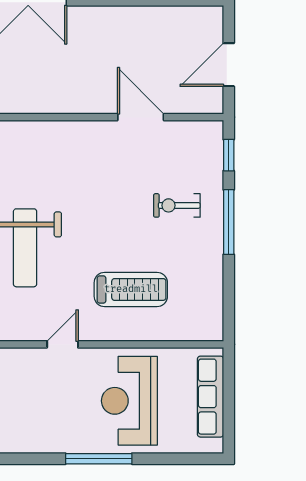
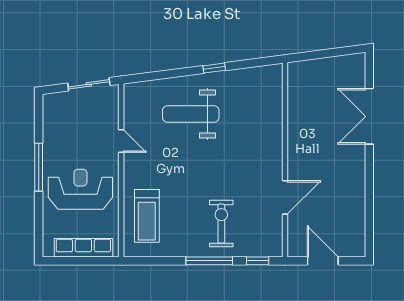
exercise bike: (177, 205) -> (221, 224), width x1.38, depth x1.39
treadmill: (131, 289) -> (147, 216), moved

